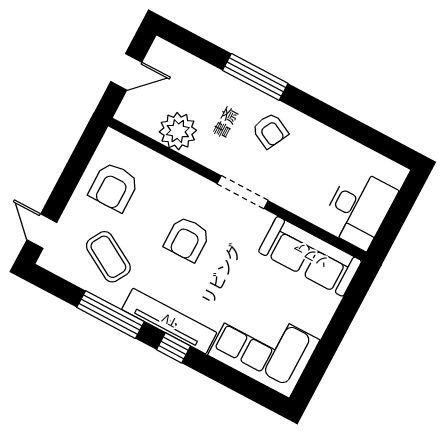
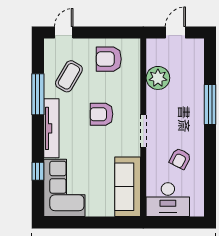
door: (126, 72) -> (175, 32), swing flipped
armchair: (270, 131) -> (180, 159), moved
window: (173, 348) -> (38, 171), moved

